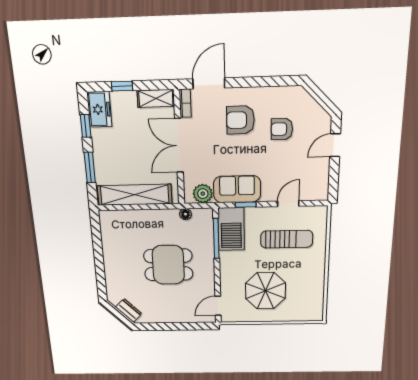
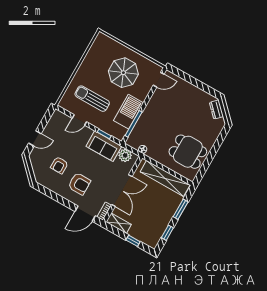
freezer: (99, 109) -> (154, 237), removed
armchair: (282, 129) -> (59, 165), turned 90
barbecue: (231, 229) -> (128, 112), moved
dining table: (168, 265) -> (188, 152), moved

